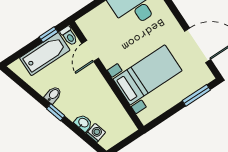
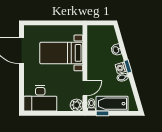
plant: (87, 24) -> (77, 105), added
window: (196, 95) -> (41, 23), removed
washing machine: (96, 133) -> (121, 68), moved

